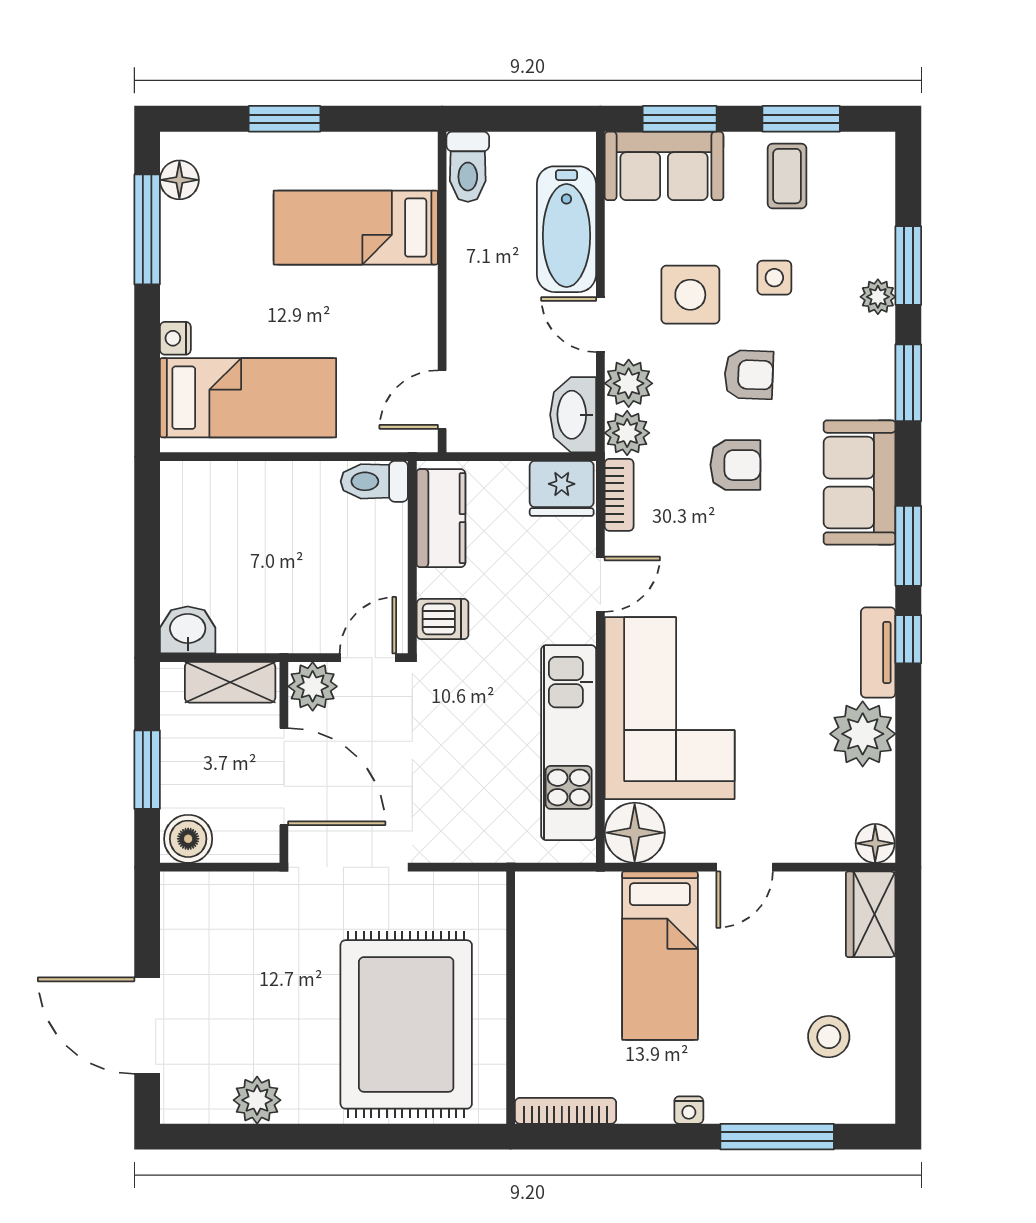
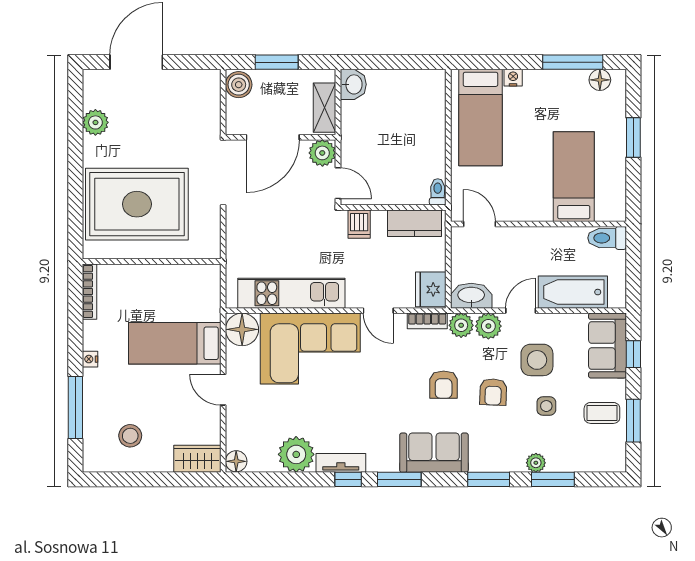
window: (680, 119) -> (633, 354), width x0.67
toilet: (374, 481) -> (438, 192), width x0.73, depth x0.72

